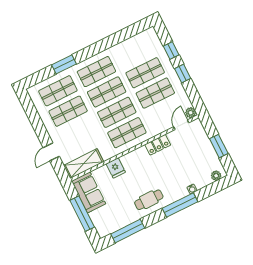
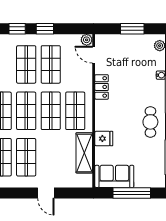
door: (51, 152) -> (46, 193), moved
shelving: (84, 164) -> (84, 153), moved

